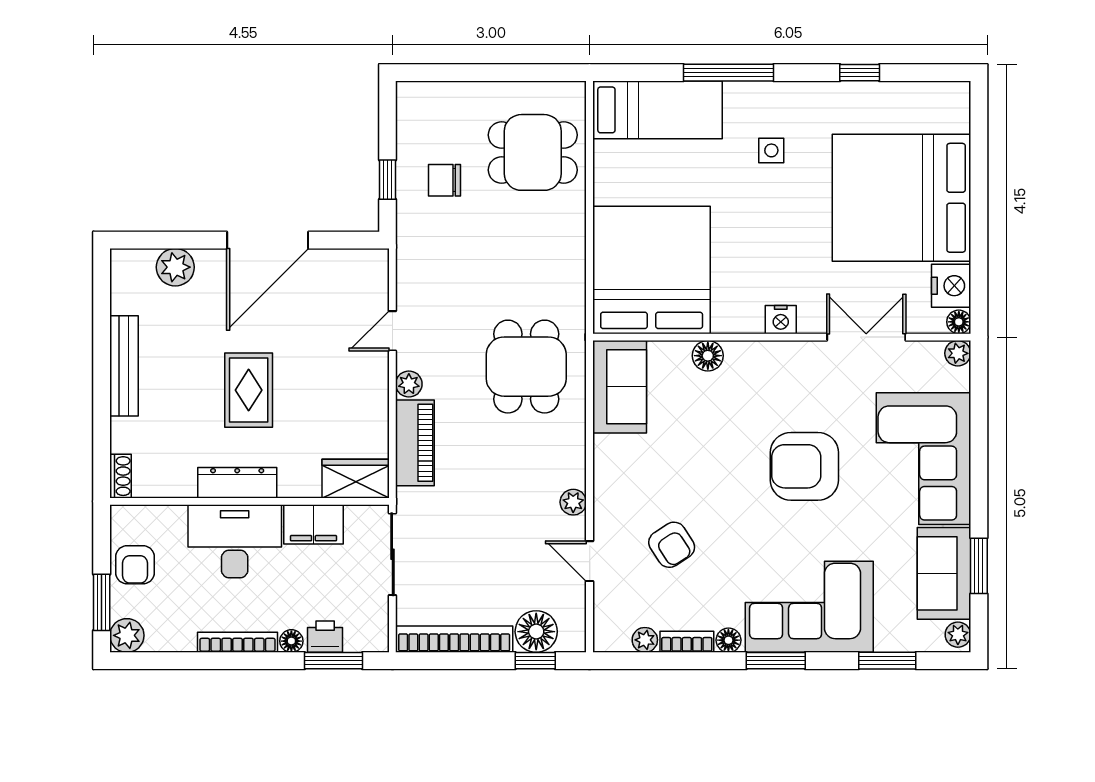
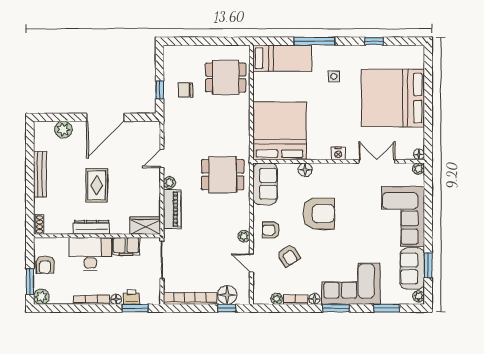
nightstand: (951, 286) -> (416, 138), removed
dining table: (526, 367) -> (223, 175), turned 90
armchair: (804, 466) -> (319, 214), moved, turned 180
armchair: (633, 488) -> (271, 230), added

